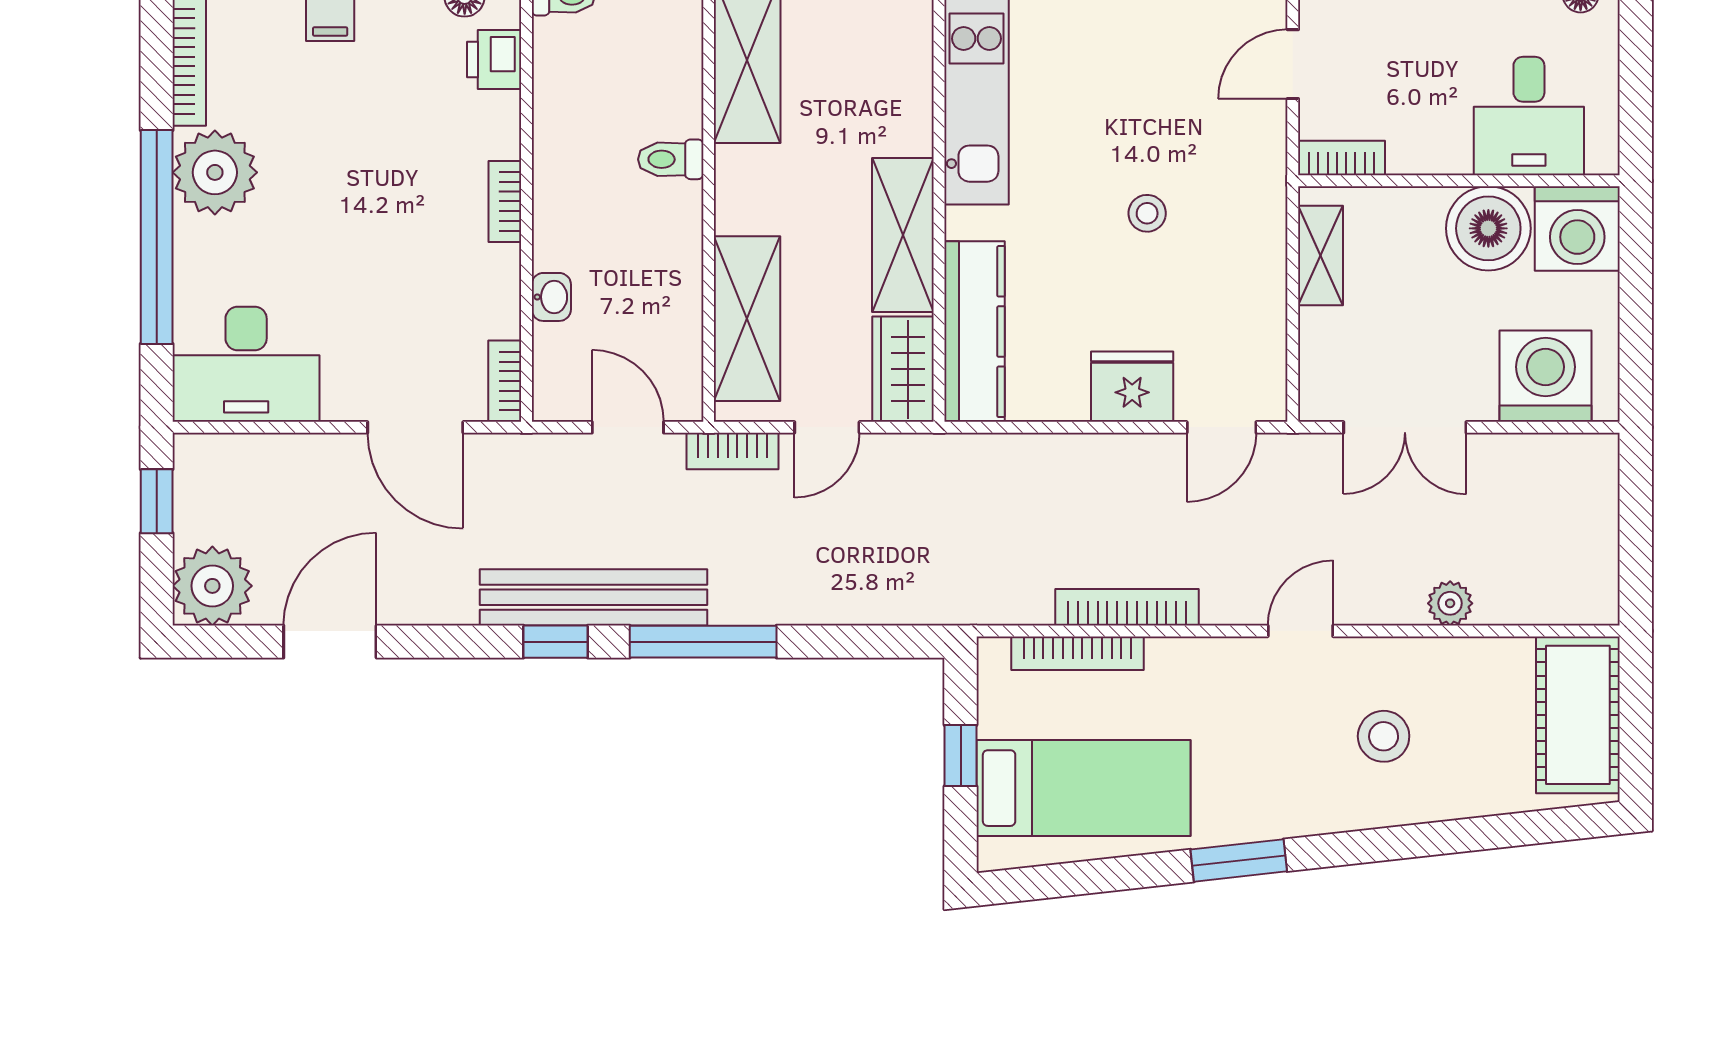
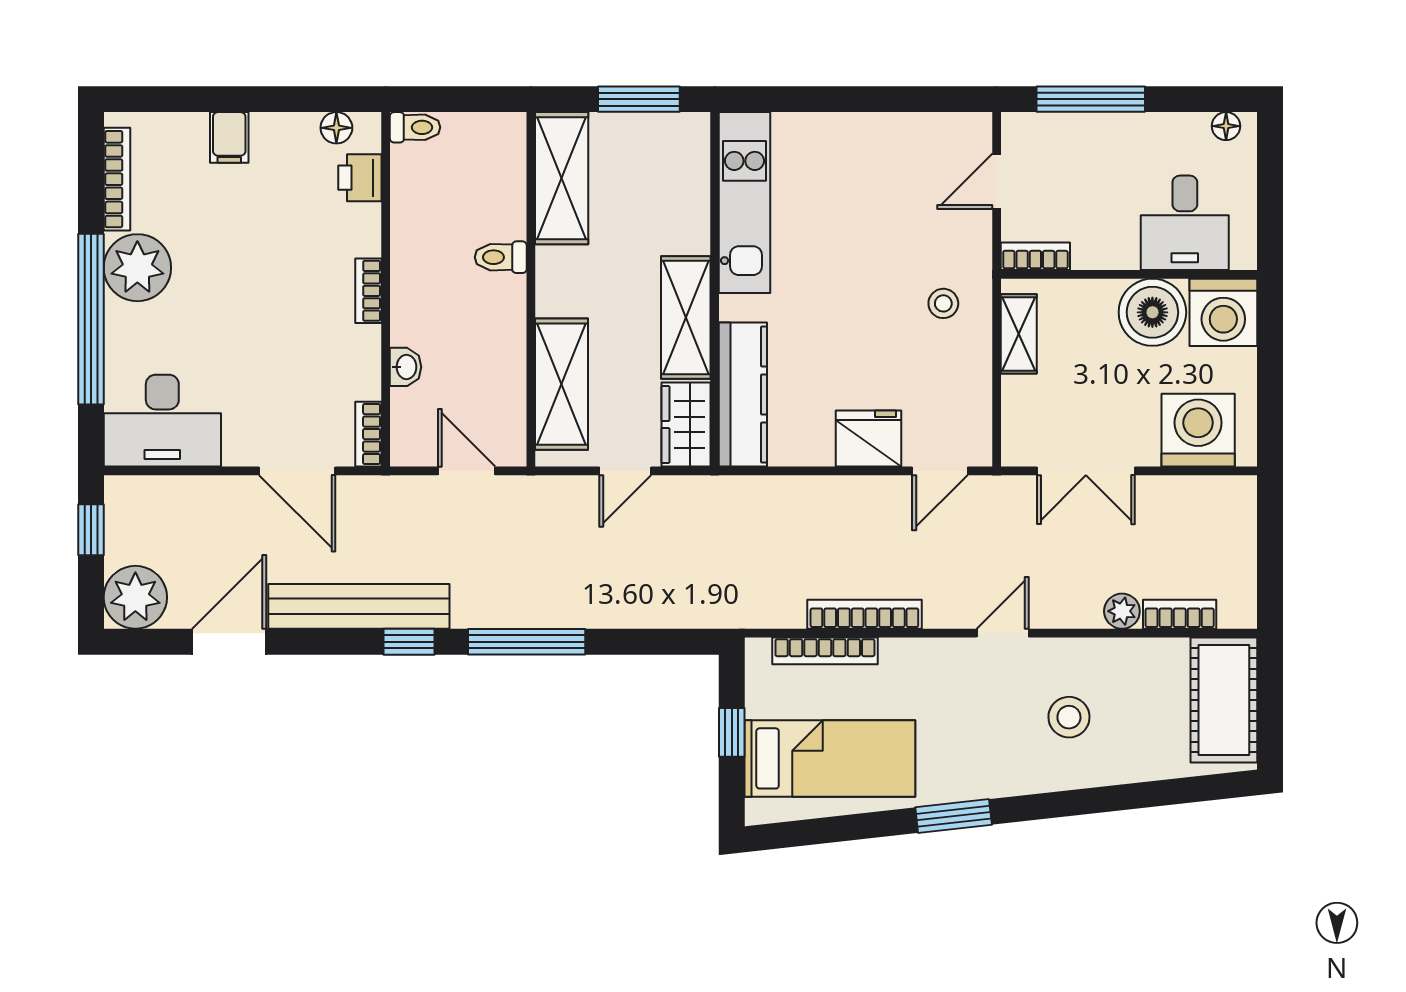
stool: (1147, 213) -> (943, 303), moved
bookcase: (732, 451) -> (1180, 614), moved, turned 180
bench: (594, 597) -> (359, 606), moved

